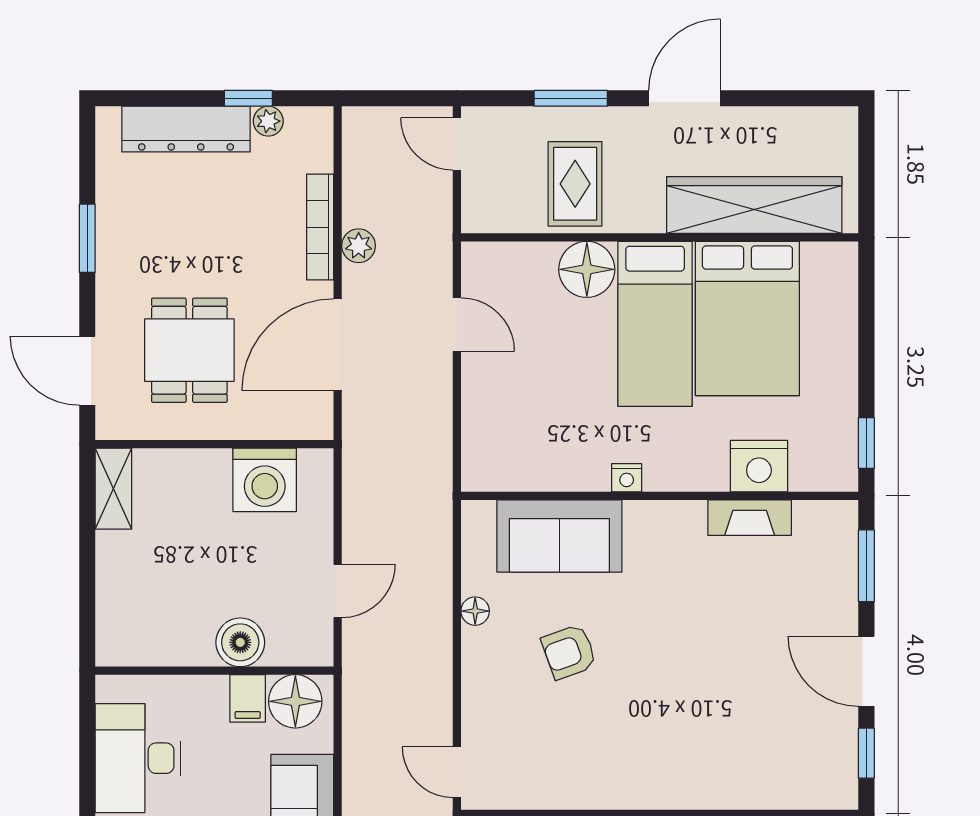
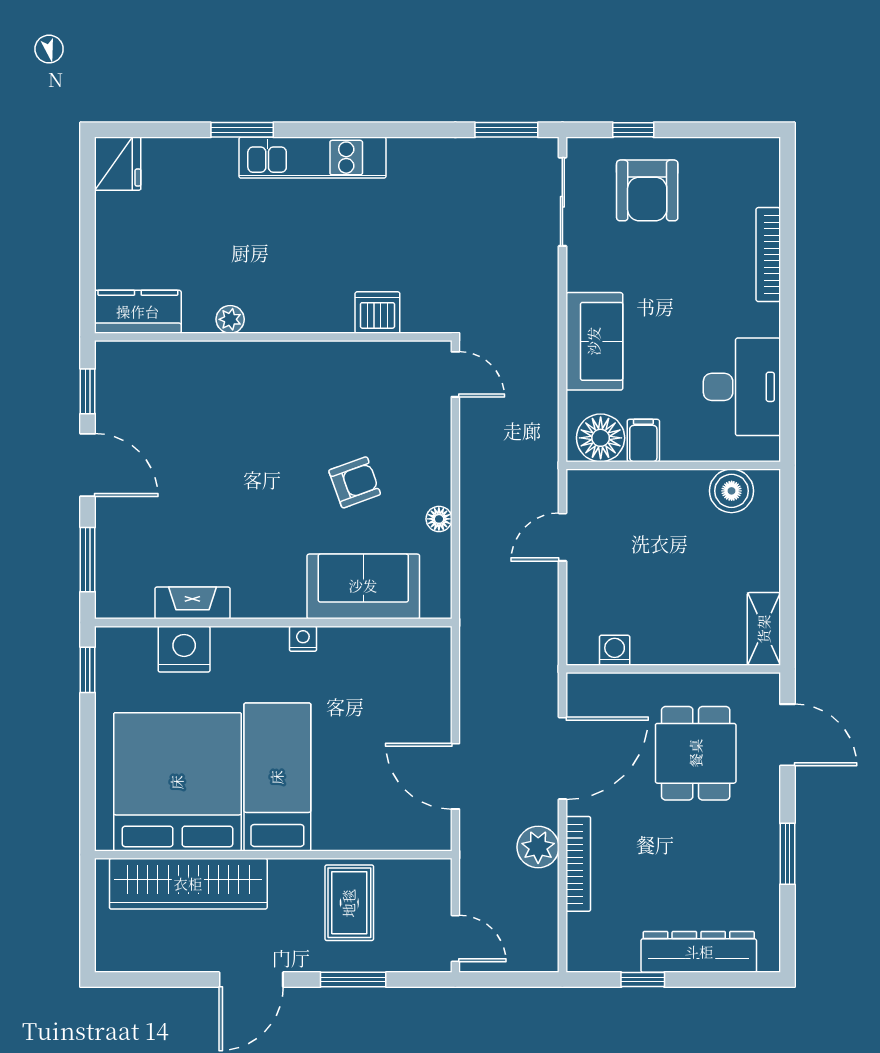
plant: (268, 121) -> (625, 959), removed
plant: (359, 246) -> (538, 847), width x1.38, depth x1.38
floor lamp: (587, 269) -> (339, 826), removed
bed: (747, 318) -> (177, 782), width x1.36
door: (457, 325) -> (455, 776), width x1.38
washing machine: (265, 480) -> (615, 650), width x0.53, depth x0.53
boiler: (240, 642) -> (732, 491), moved

